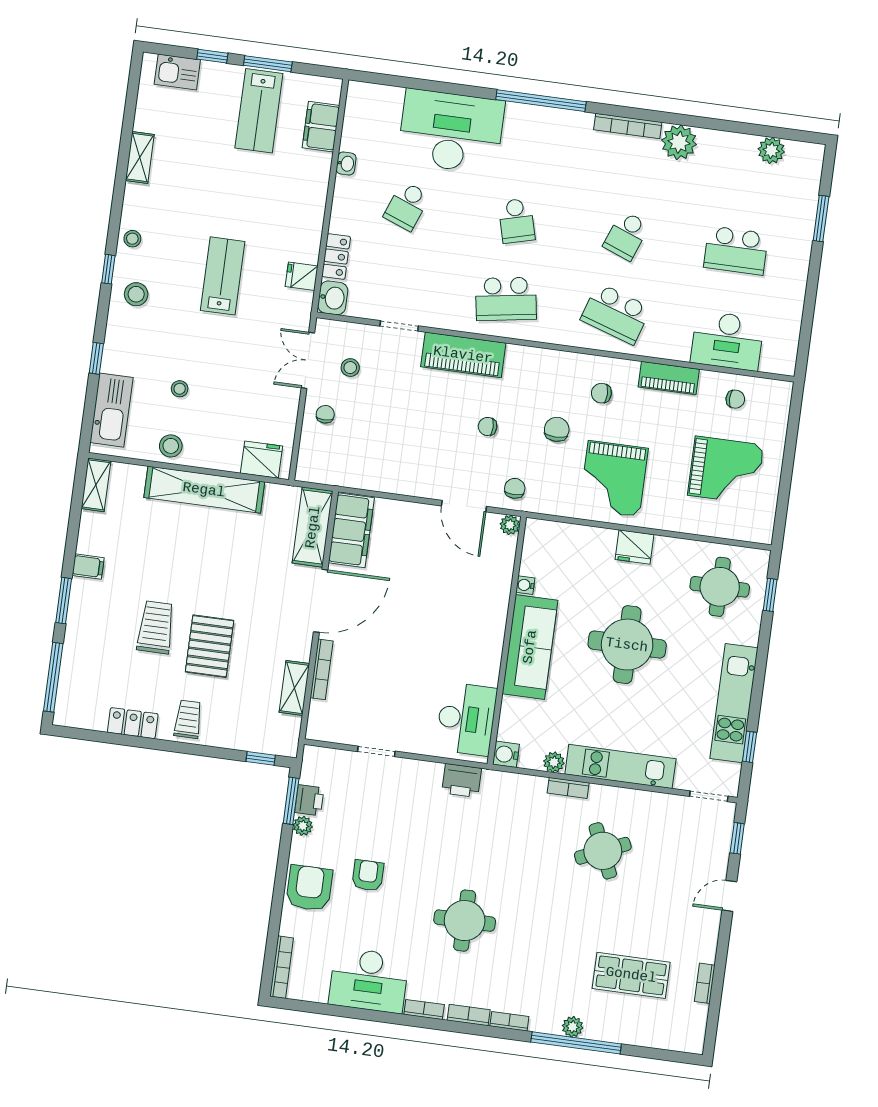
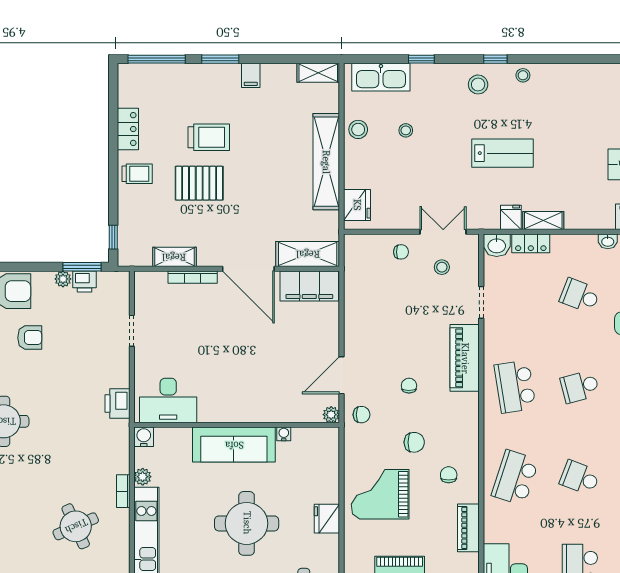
shelving: (140, 158) -> (543, 221), moved

